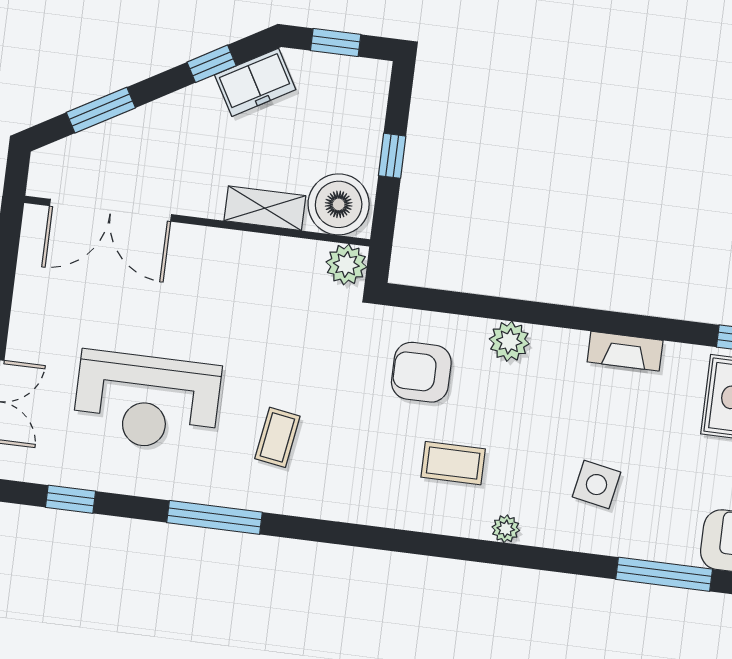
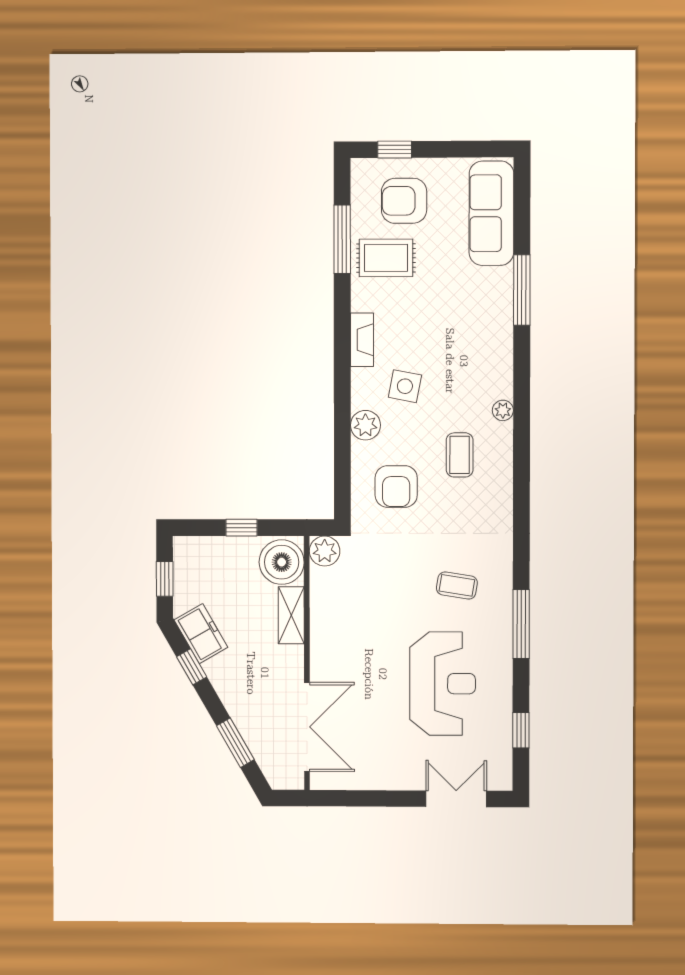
side table: (597, 485) -> (405, 386), moved

